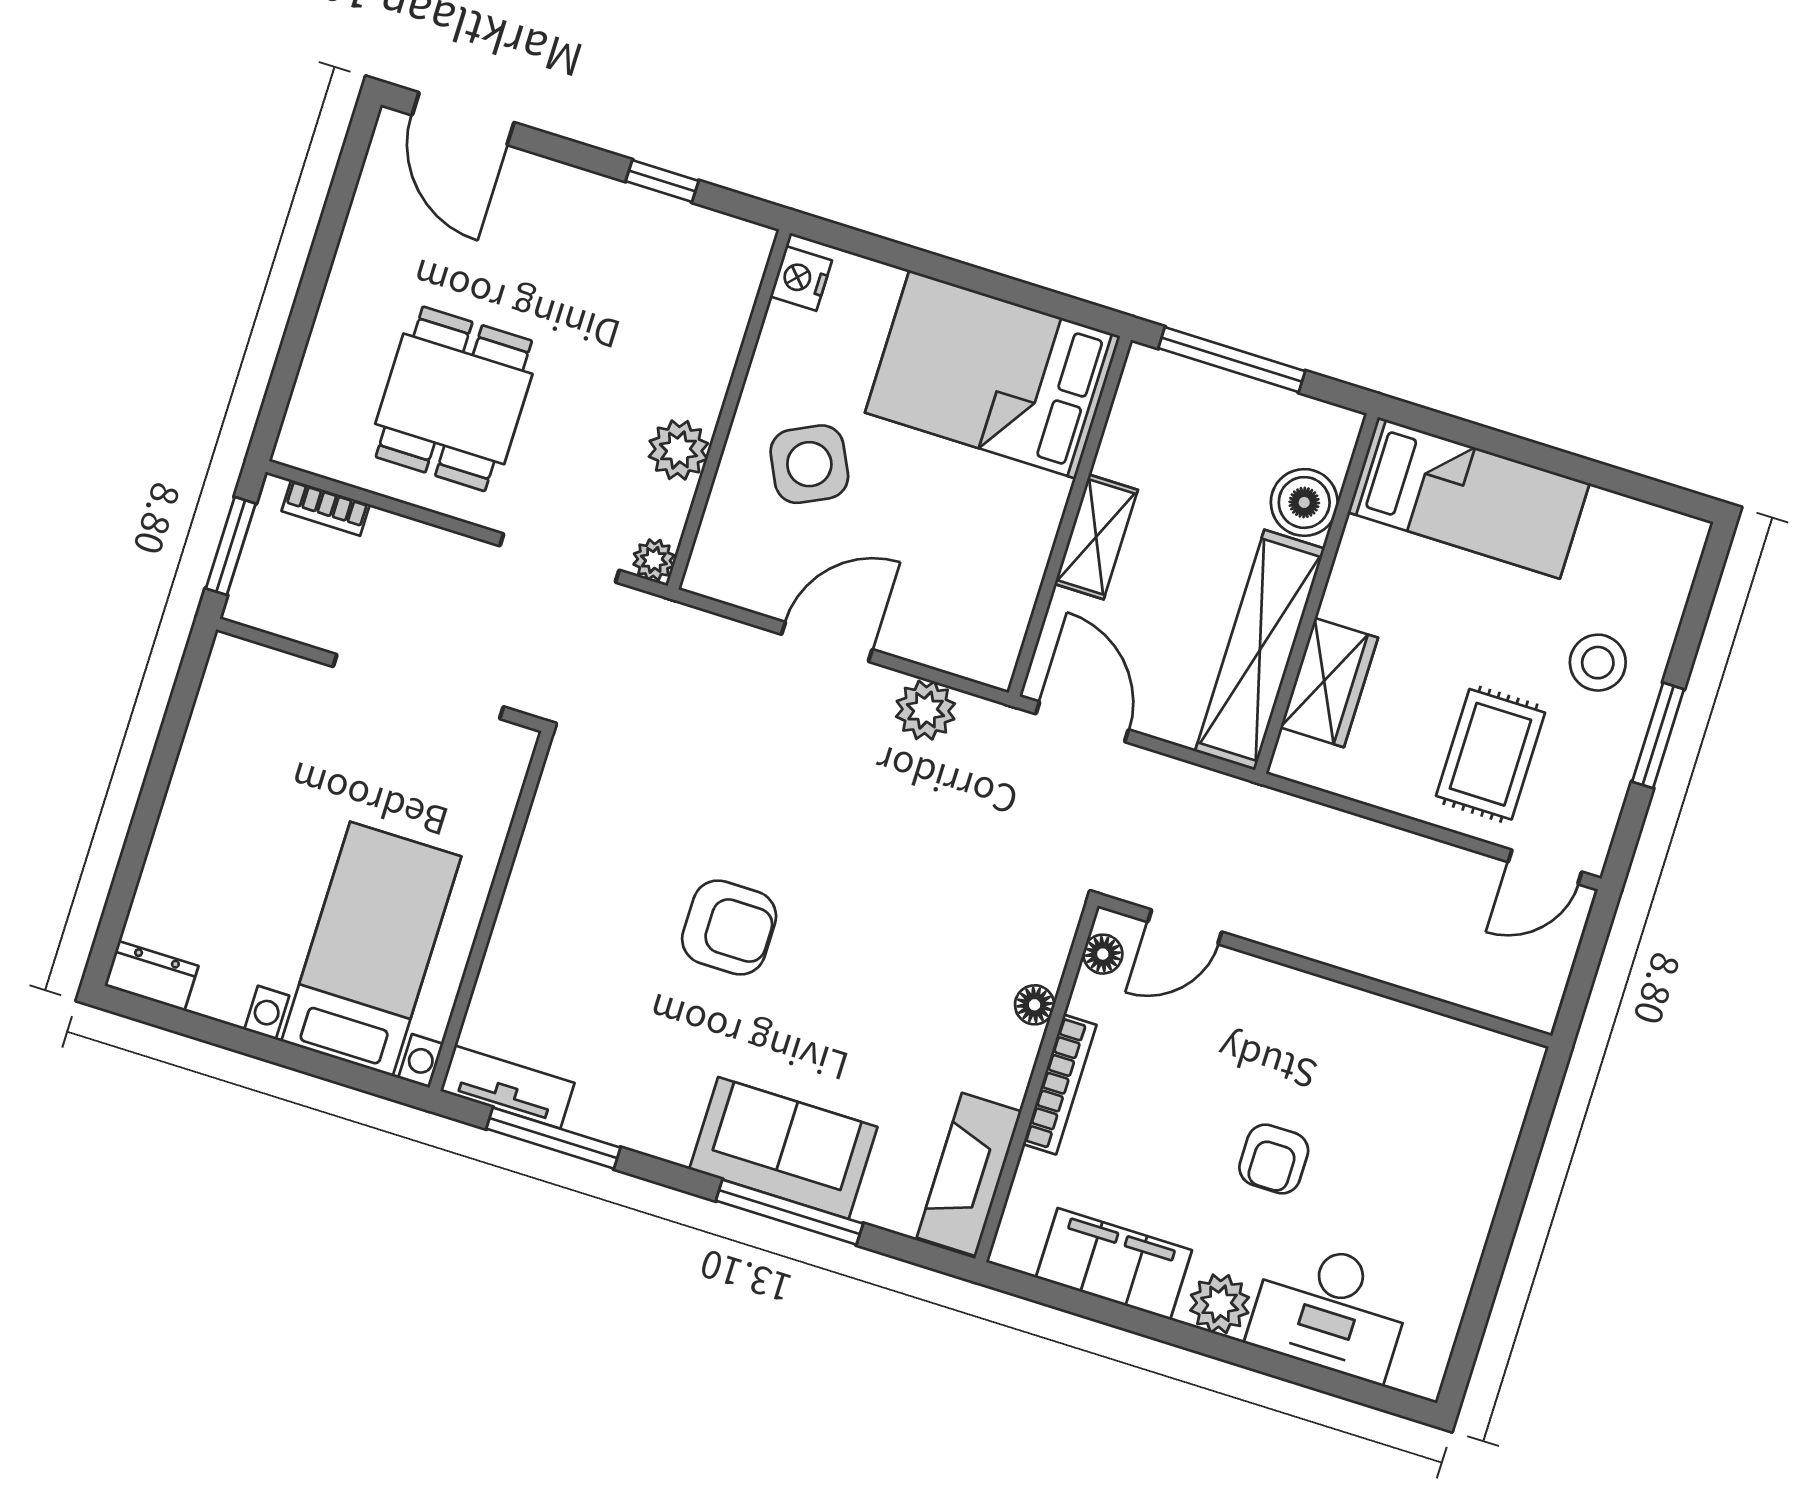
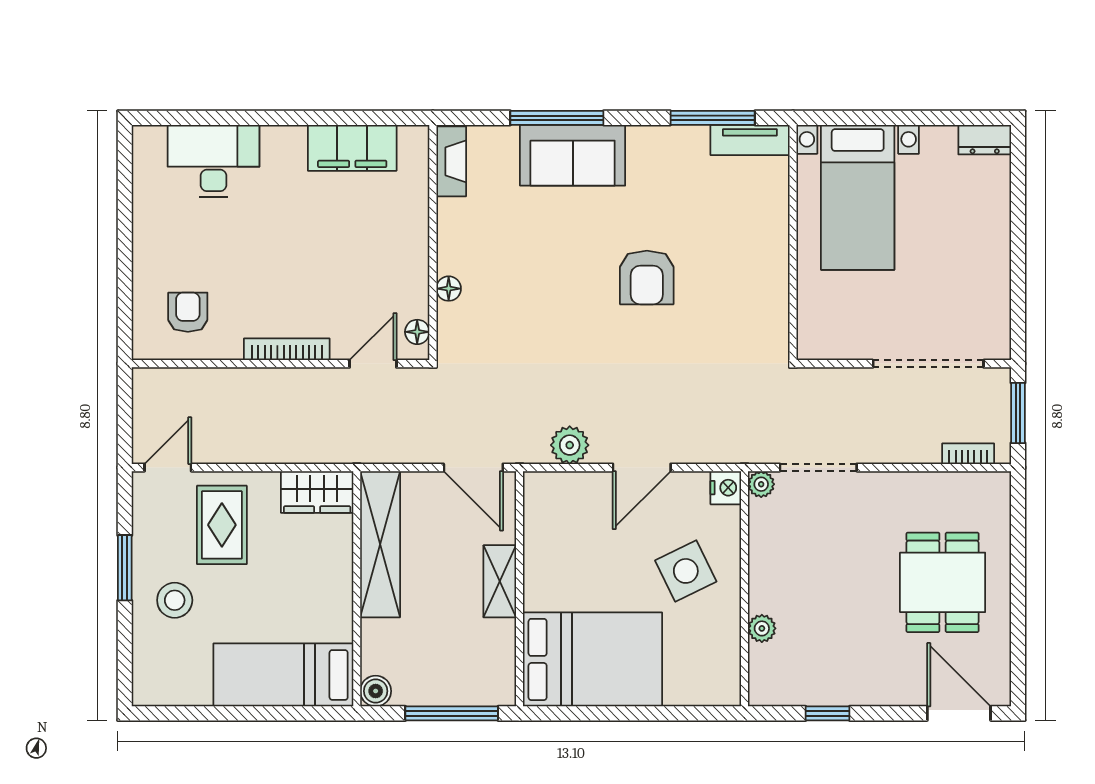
nightstand: (801, 278) -> (726, 488), moved
dining table: (454, 399) -> (943, 582), moved
plant: (678, 450) -> (762, 628), moved, width x0.73, depth x0.73
boiler: (1304, 502) -> (376, 691), moved, width x0.73, depth x0.73
wardrobe: (1329, 683) -> (317, 492), moved, turned -90
doorway: (418, 687) -> (928, 364), moved
armchair: (729, 927) -> (647, 277), turned -90
bookcase: (1060, 1085) -> (287, 349), moved, turned 90
armchair: (1274, 1159) -> (188, 312), moved
fireplace: (969, 1175) -> (451, 161), width x0.73, depth x0.76
plant: (1220, 1304) -> (281, 144), removed

